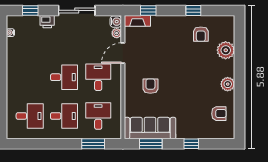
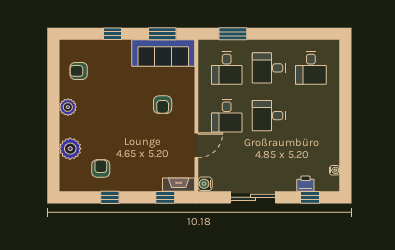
printer: (47, 22) -> (305, 184), moved
plant: (117, 33) -> (204, 170), removed
desk: (30, 116) -> (311, 68), turned -90

